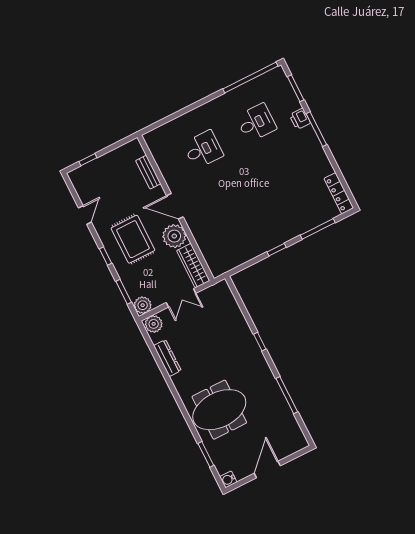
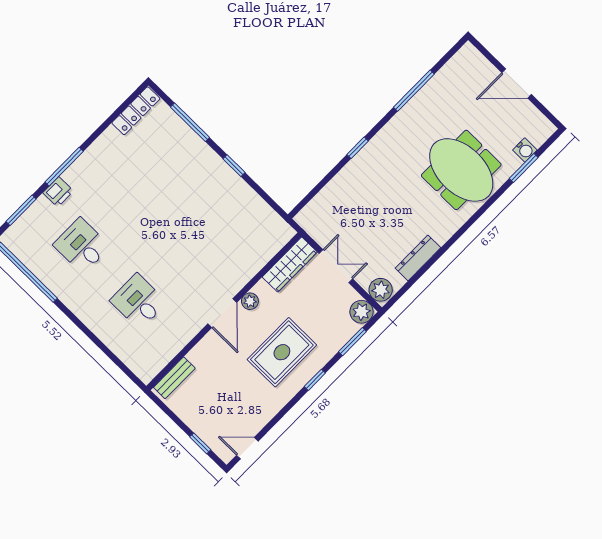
bench: (148, 172) -> (174, 378), moved
door: (85, 215) -> (247, 448), moved
plant: (174, 236) -> (250, 301), width x0.53, depth x0.53
water cooler: (228, 479) -> (525, 150), moved

